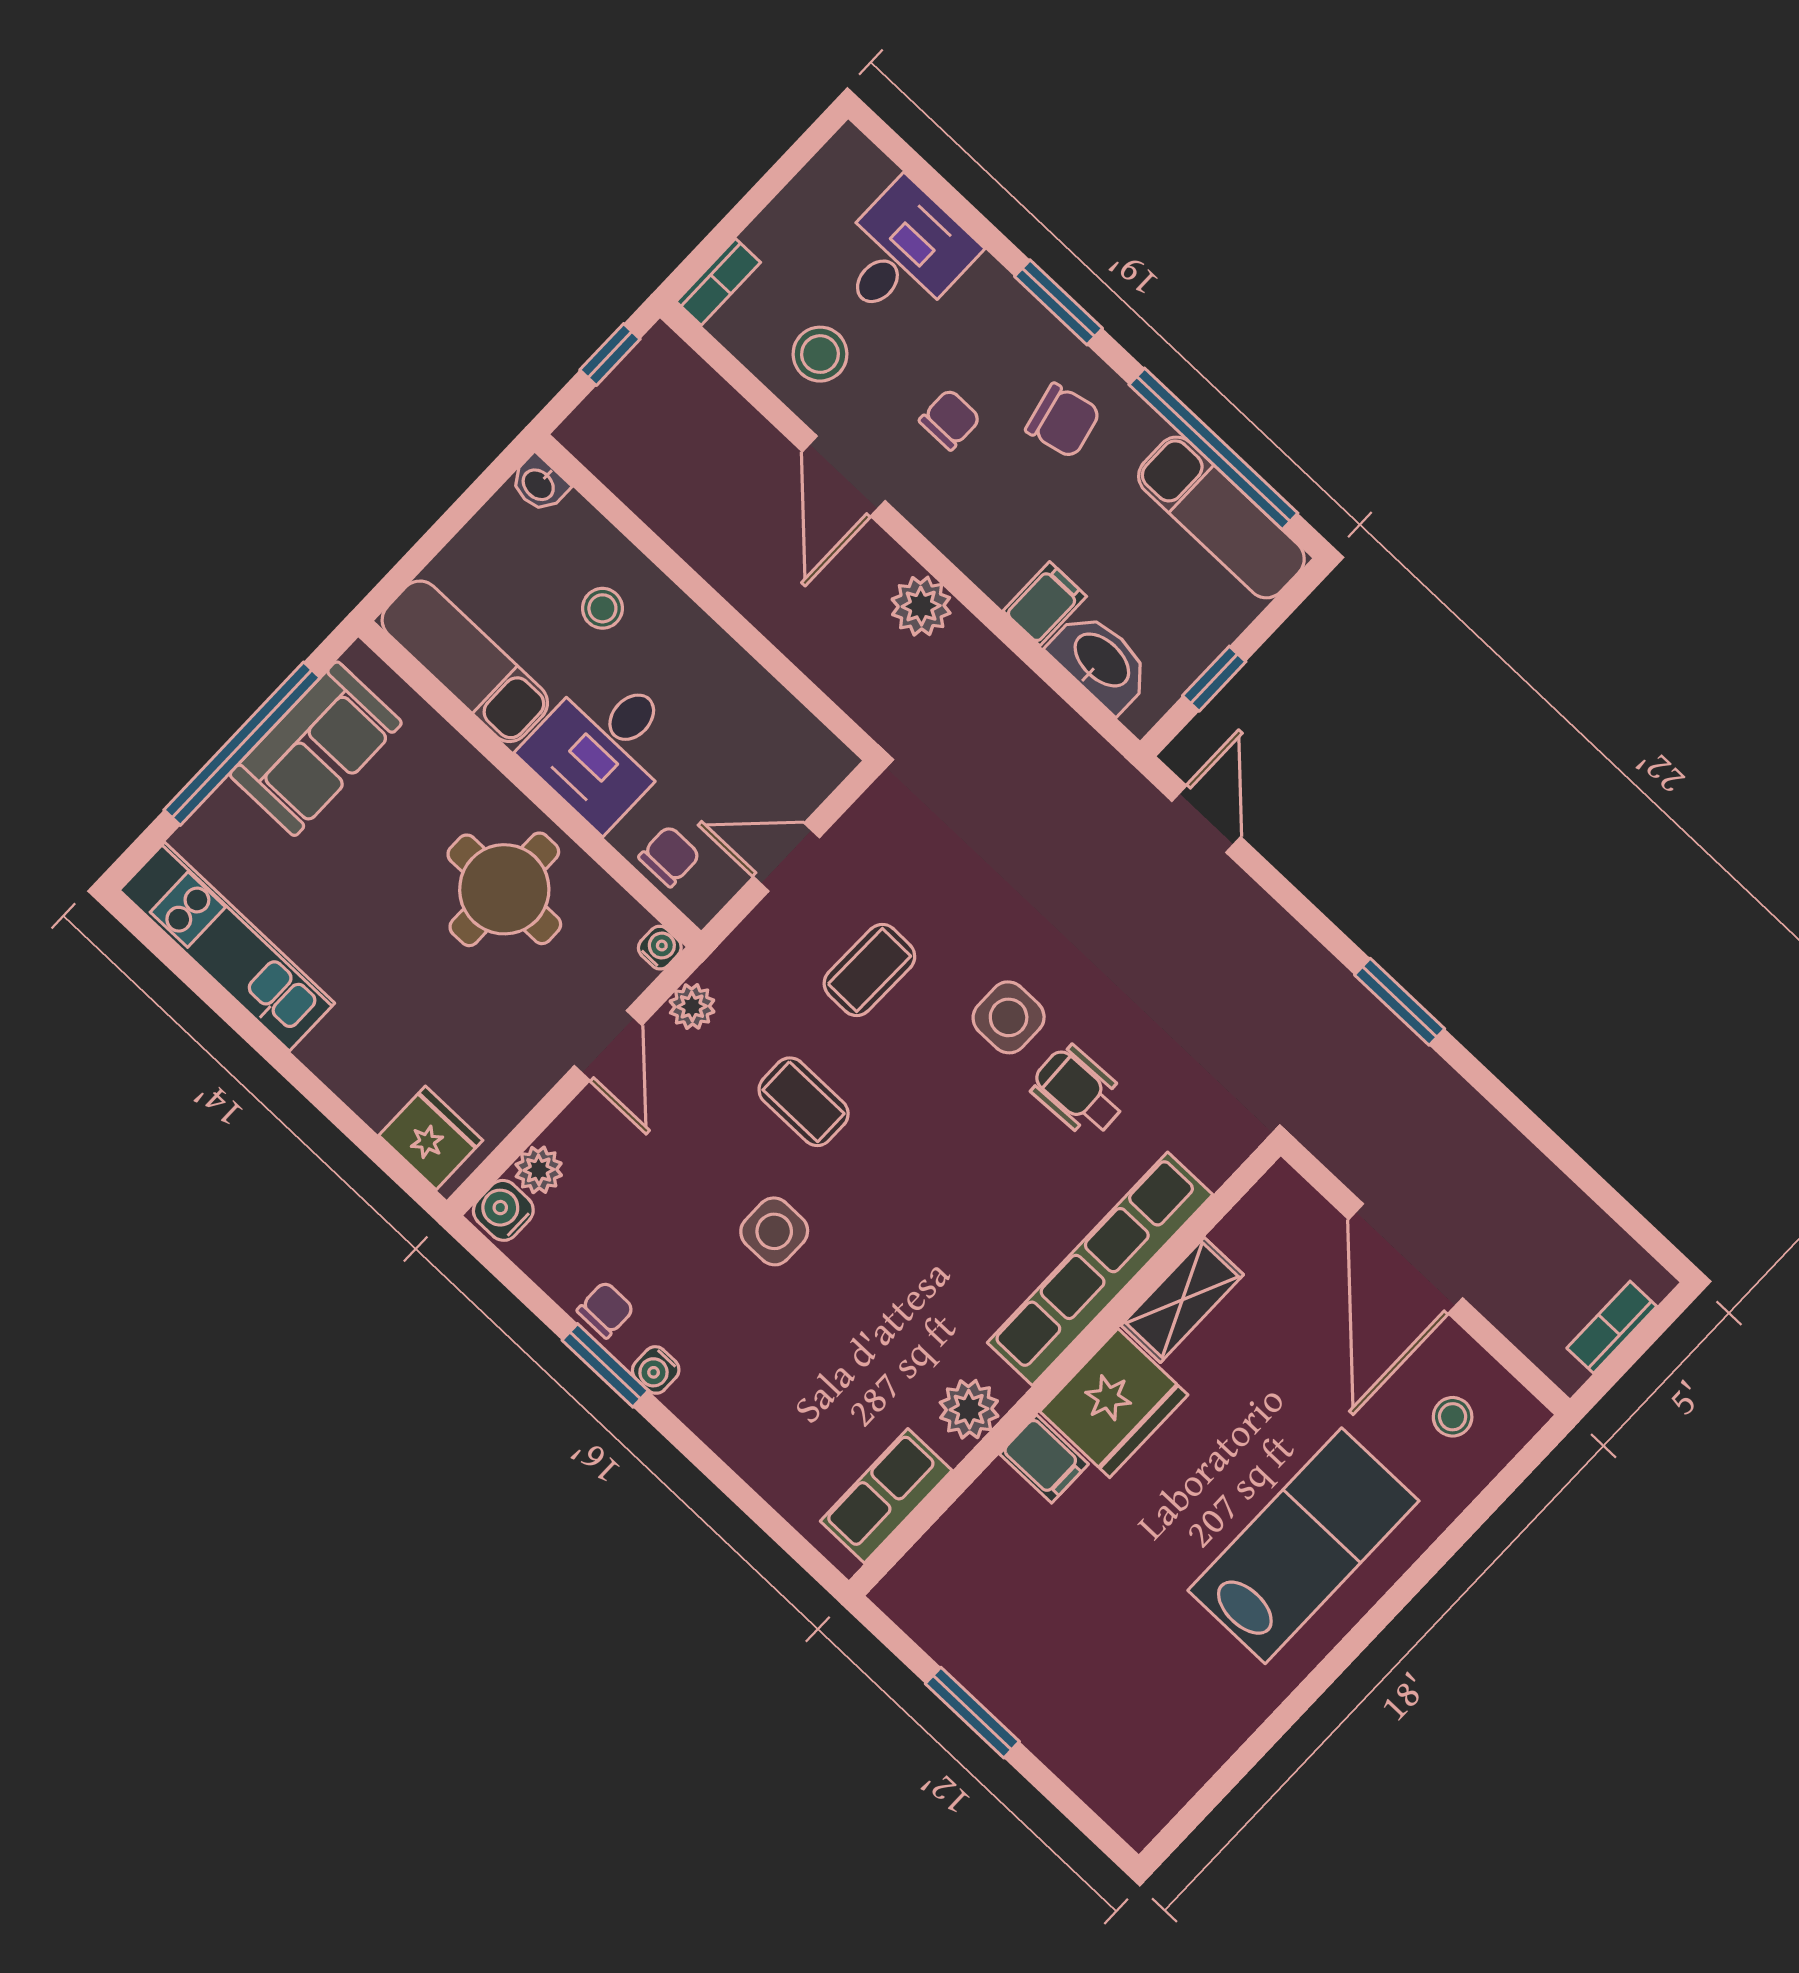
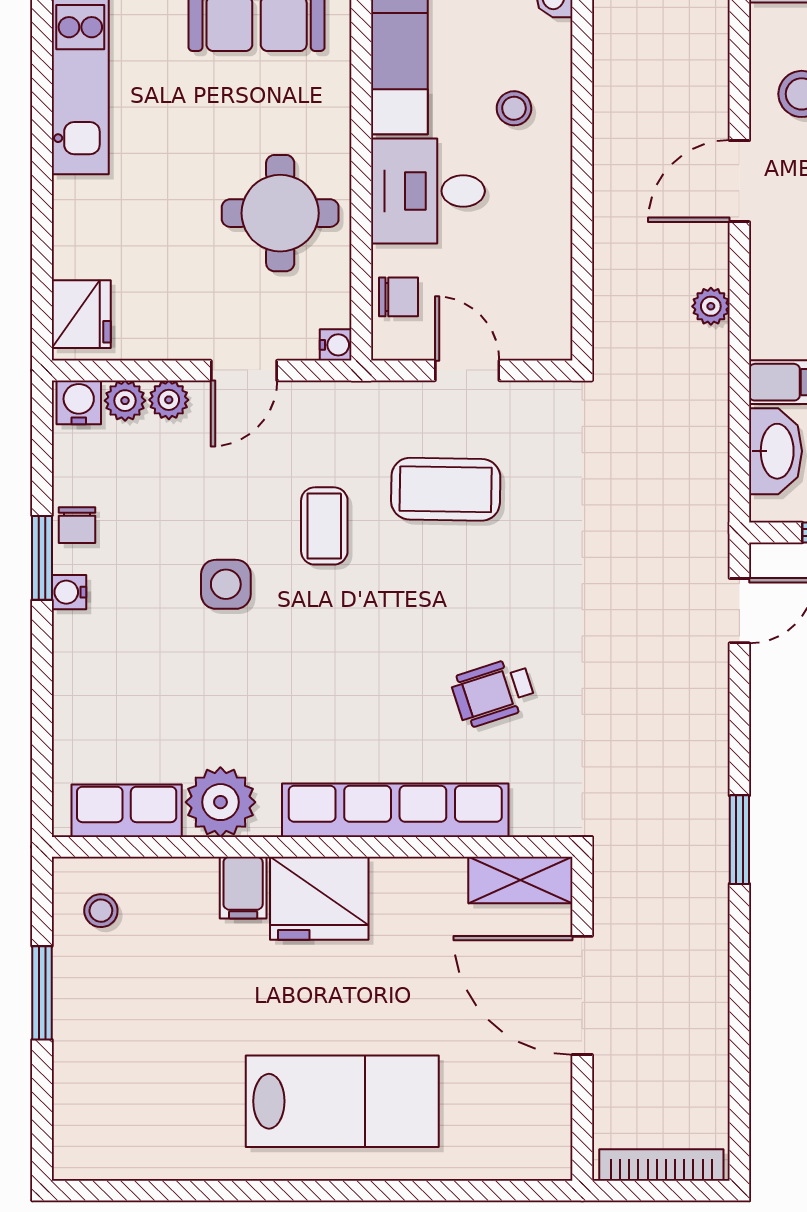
plant: (921, 606) -> (711, 306), width x0.73, depth x0.73
coffee table: (869, 970) -> (446, 489), width x1.36, depth x1.30
plant: (692, 1006) -> (169, 400), moved
side table: (1009, 1017) -> (498, 604), removed
wheelchair: (1079, 1092) -> (493, 692), turned -106
door: (1406, 1259) -> (582, 995), hinge flipped
shelving: (1182, 1300) -> (520, 880), moved
chair: (606, 1310) -> (77, 525), turned 90
bookcase: (1612, 1327) -> (661, 1165), width x1.56
plant: (969, 1409) -> (220, 802), width x1.36, depth x1.36
stool: (1453, 1417) -> (101, 911), moved

